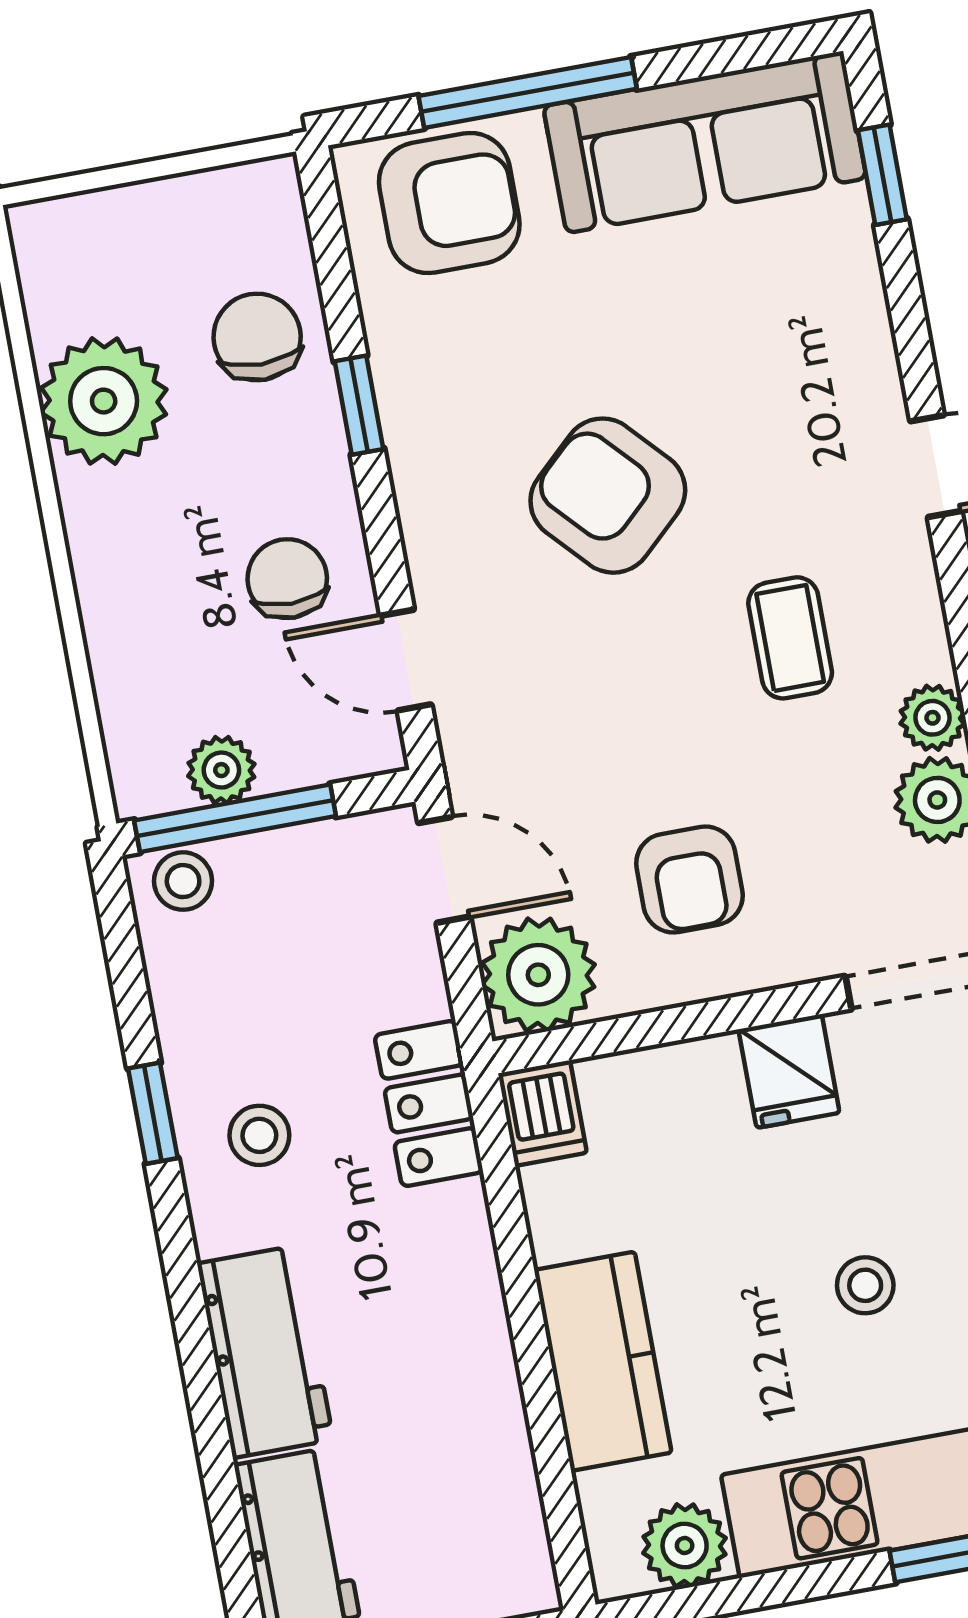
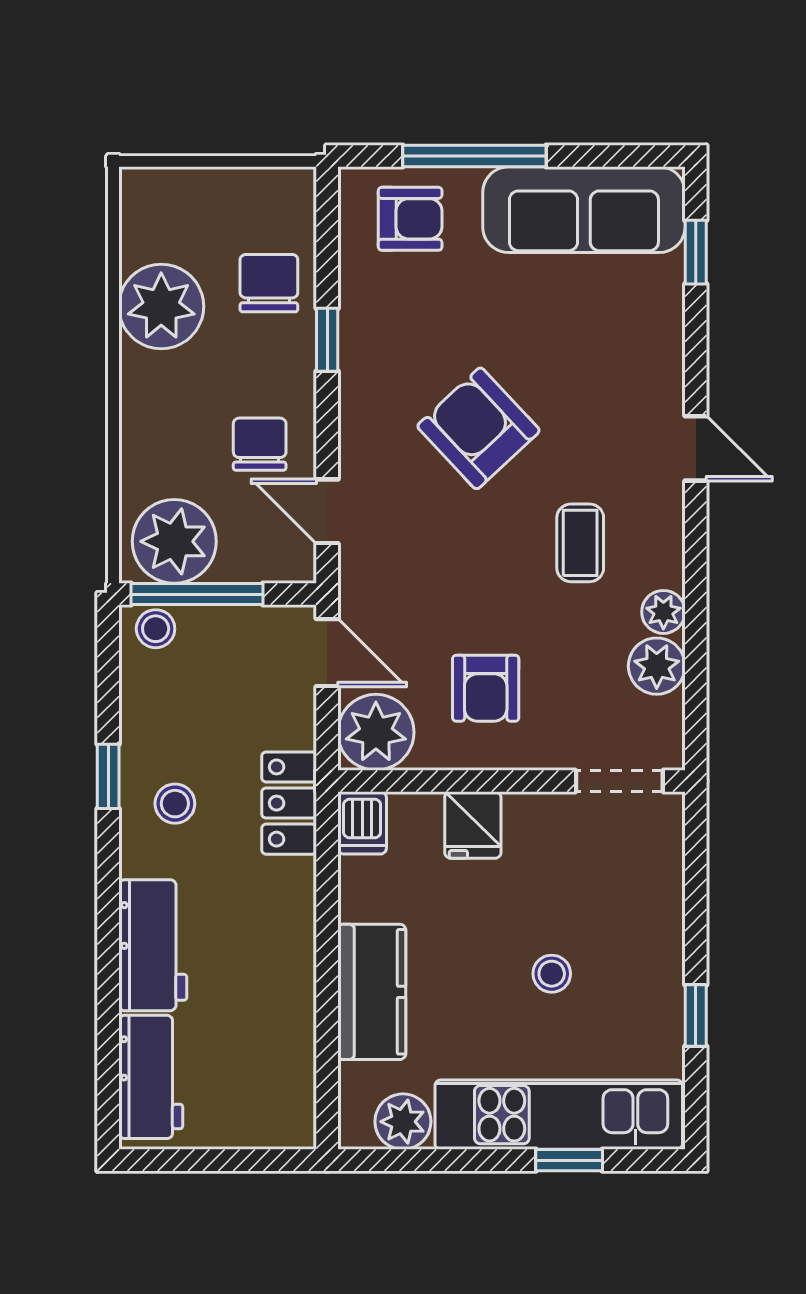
armchair: (449, 203) -> (410, 219), width x0.72, depth x0.72
plant: (221, 770) -> (174, 541), width x1.88, depth x1.88
fridge: (789, 1071) -> (473, 825), moved

